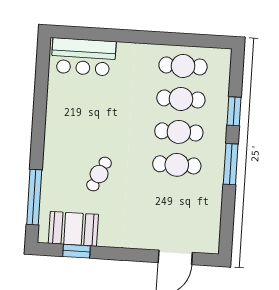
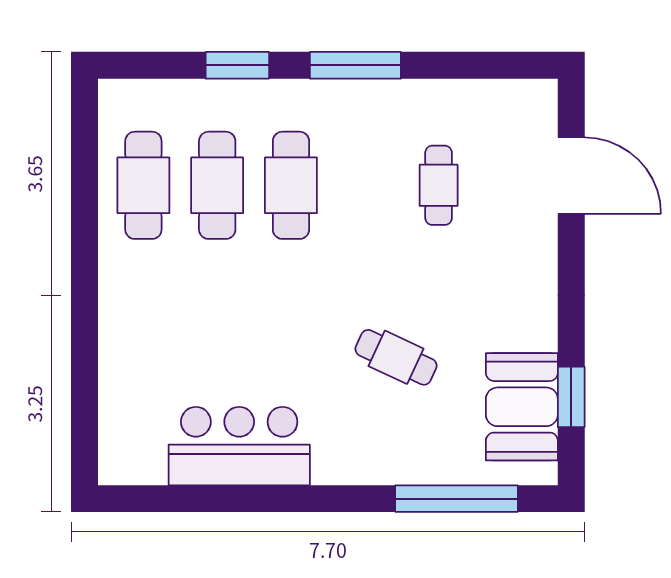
bar counter: (84, 57) -> (239, 446), moved, turned -90
cafe table: (177, 165) -> (439, 185), moved, width x0.73, depth x0.74

